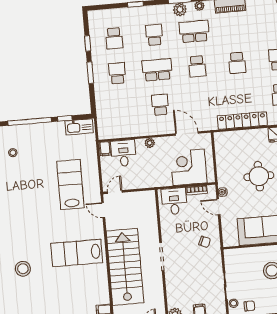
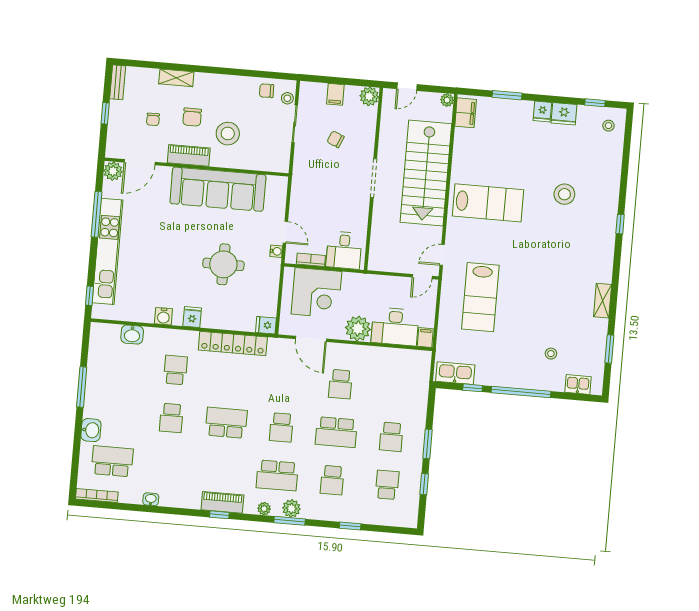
school desk: (237, 63) -> (226, 423), width x1.85
school desk: (197, 66) -> (281, 427), turned 180
fridge: (221, 138) -> (266, 325), added
plant: (150, 143) -> (358, 328), width x1.88, depth x1.88
desk: (124, 153) -> (395, 327), width x1.37
door: (103, 210) -> (442, 255), swing flipped
chair: (205, 242) -> (336, 139), moved

